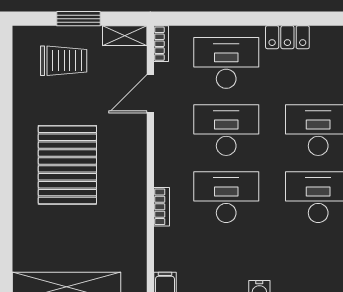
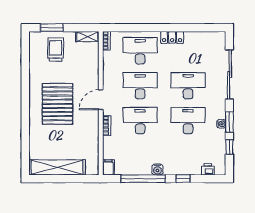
window: (78, 19) -> (52, 28), moved
trolley: (64, 61) -> (56, 50), turned -90
door: (150, 94) -> (101, 100), moved

